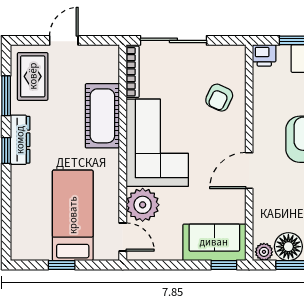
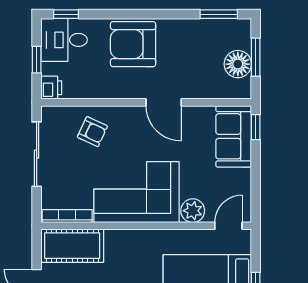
sliding door: (173, 40) -> (37, 154), moved
cot: (102, 116) -> (72, 246), moved
plant: (143, 205) -> (193, 211), width x0.73, depth x0.73
plant: (264, 252) -> (243, 88), removed

